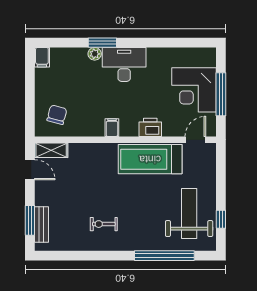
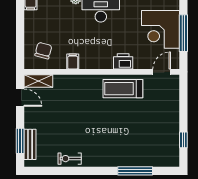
filing cabinet: (112, 128) -> (73, 62), moved
treadmill: (150, 159) -> (123, 89), width x0.73, depth x0.73
weight bench: (189, 213) -> (156, 135), removed
exercise bike: (104, 224) -> (70, 159), moved
window: (164, 256) -> (135, 171), width x0.68

